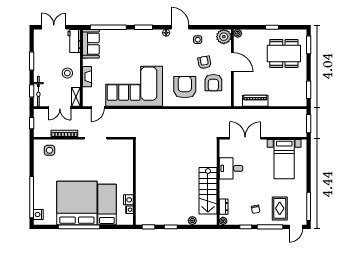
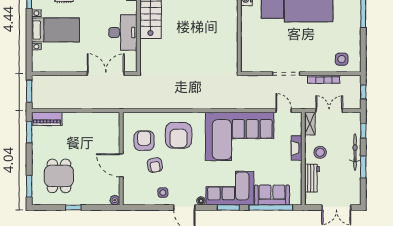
plant: (224, 37) -> (132, 196), removed
workbench: (74, 41) -> (312, 178), moved
corner sofa: (142, 43) -> (230, 188), added
sofa: (91, 44) -> (272, 195), moved, turned 90
dining table: (284, 53) -> (59, 176), width x0.73
bicycle: (38, 91) -> (355, 152), moved
piano: (255, 101) -> (47, 119), moved
door: (98, 108) -> (284, 111), hinge flipped
double door: (245, 138) -> (106, 74), swing flipped
bed with nightstands: (284, 159) -> (55, 30), moved, turned 90
desk: (231, 168) -> (123, 32), width x1.37

